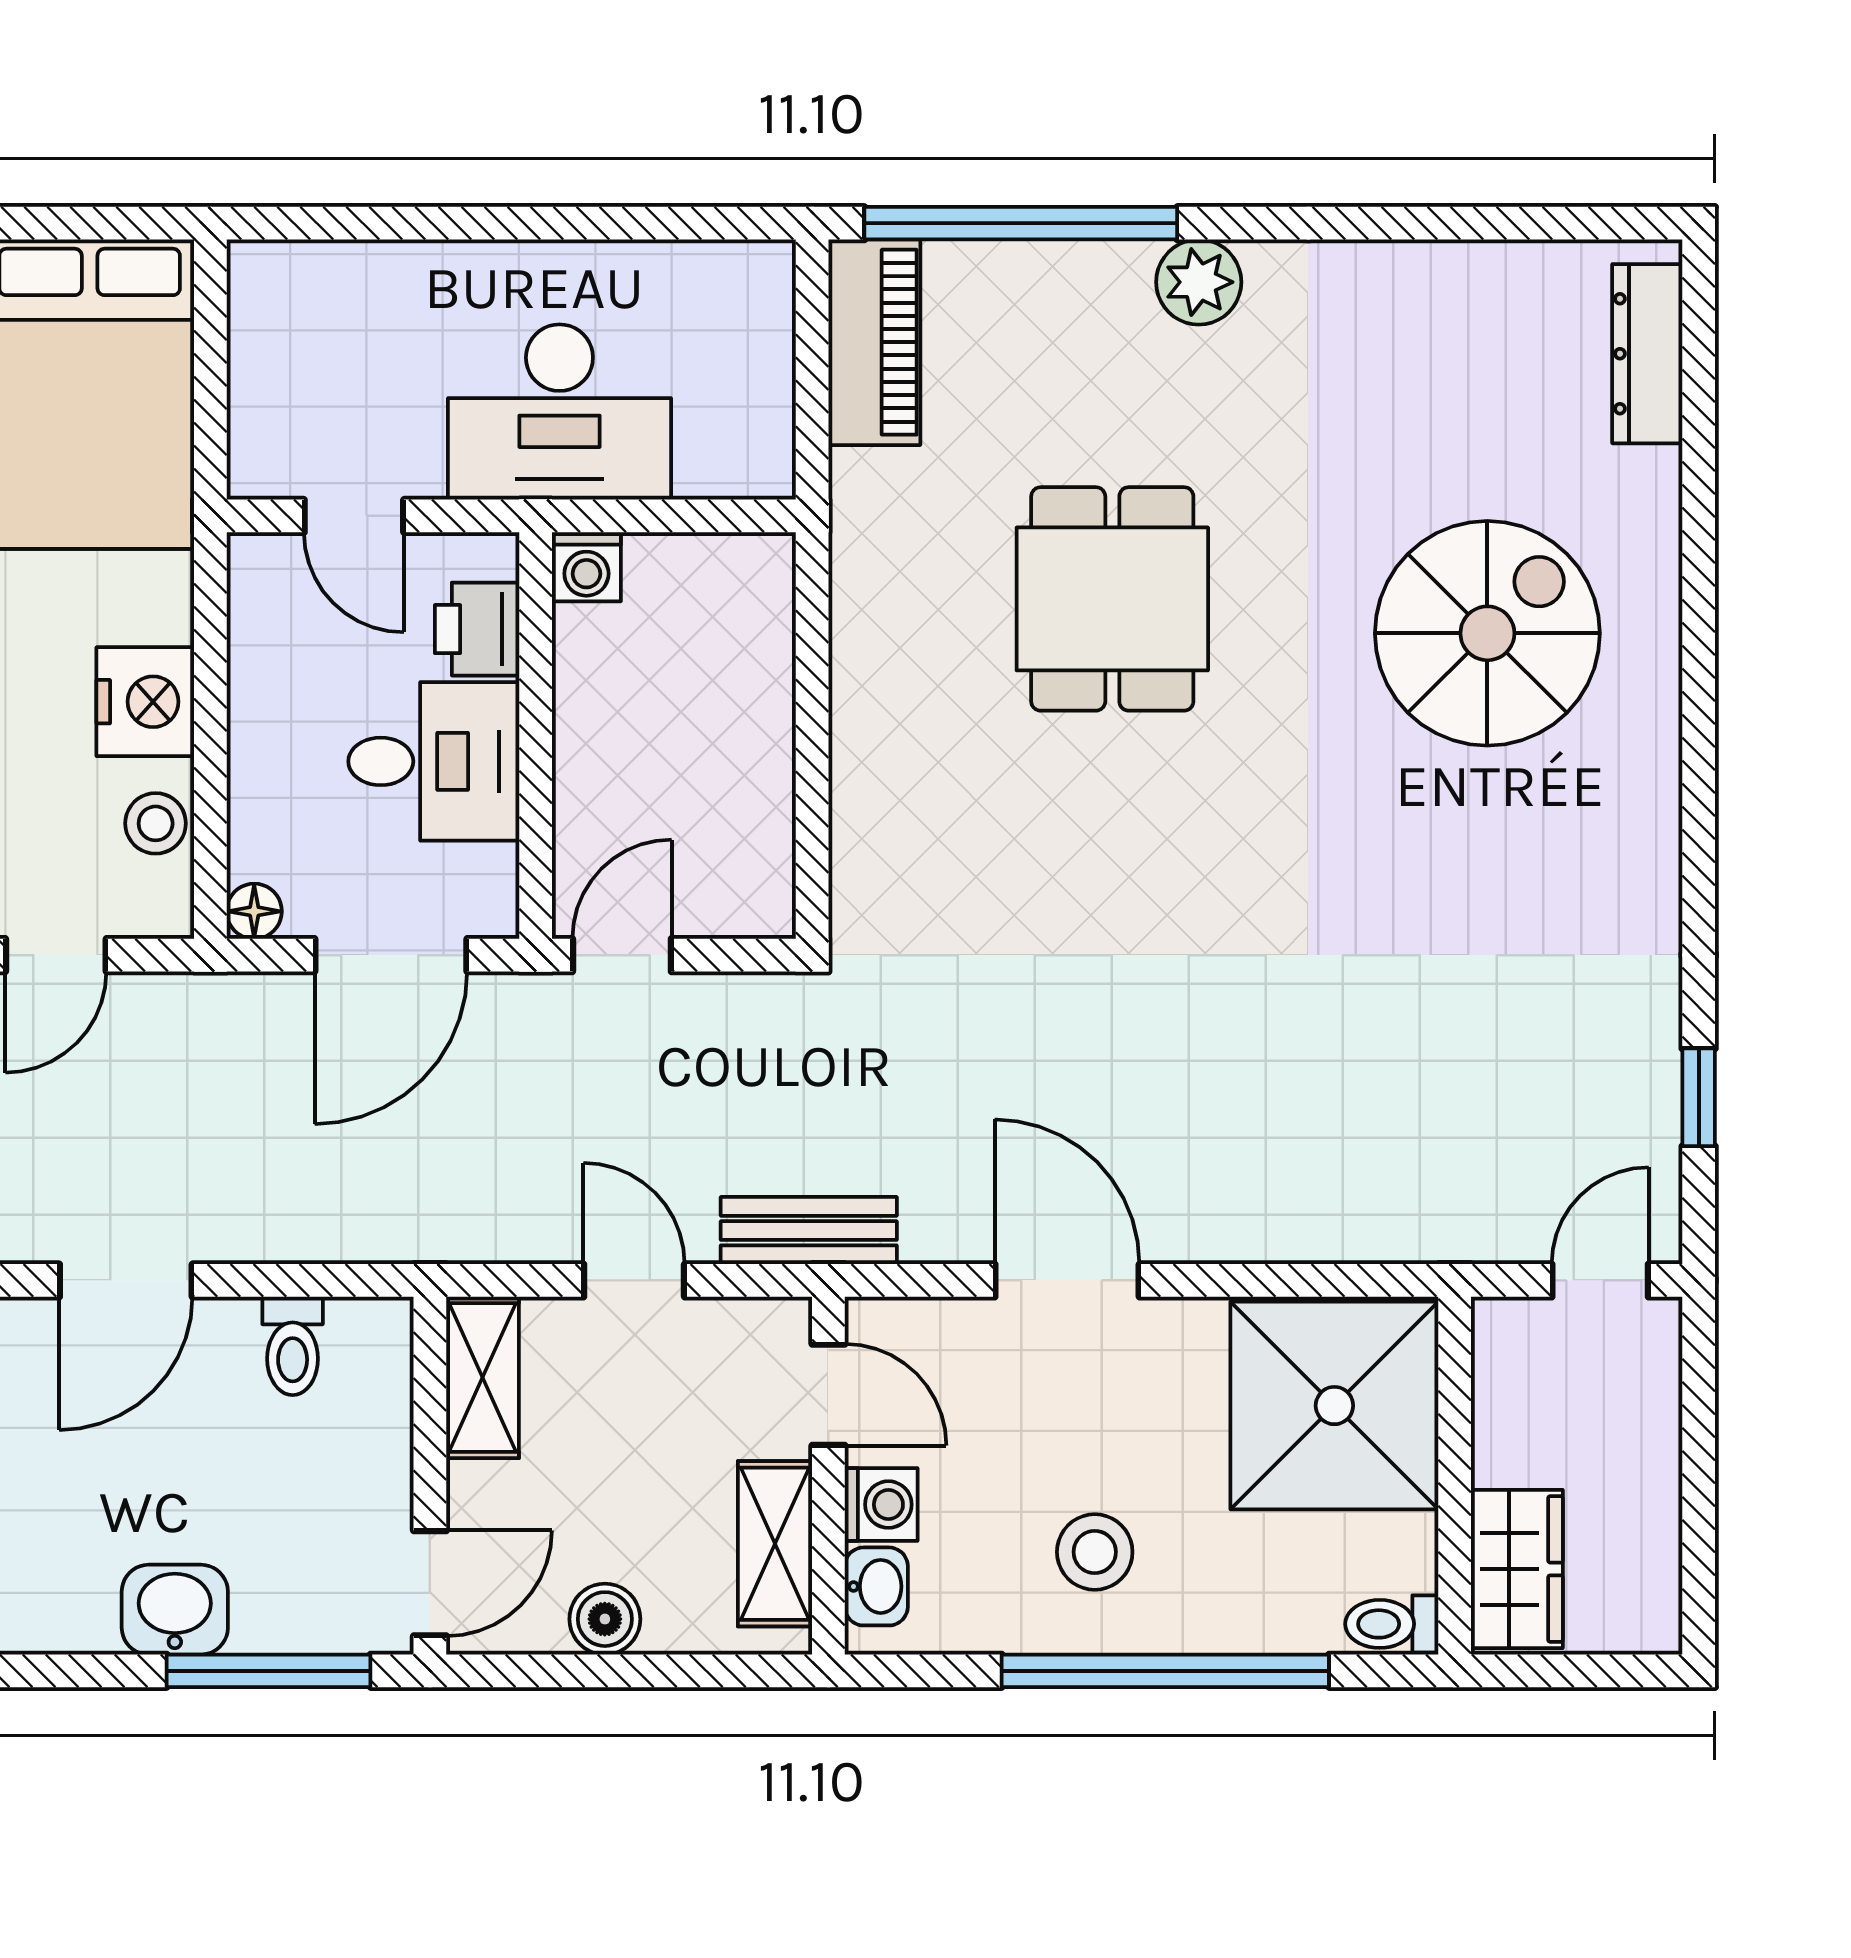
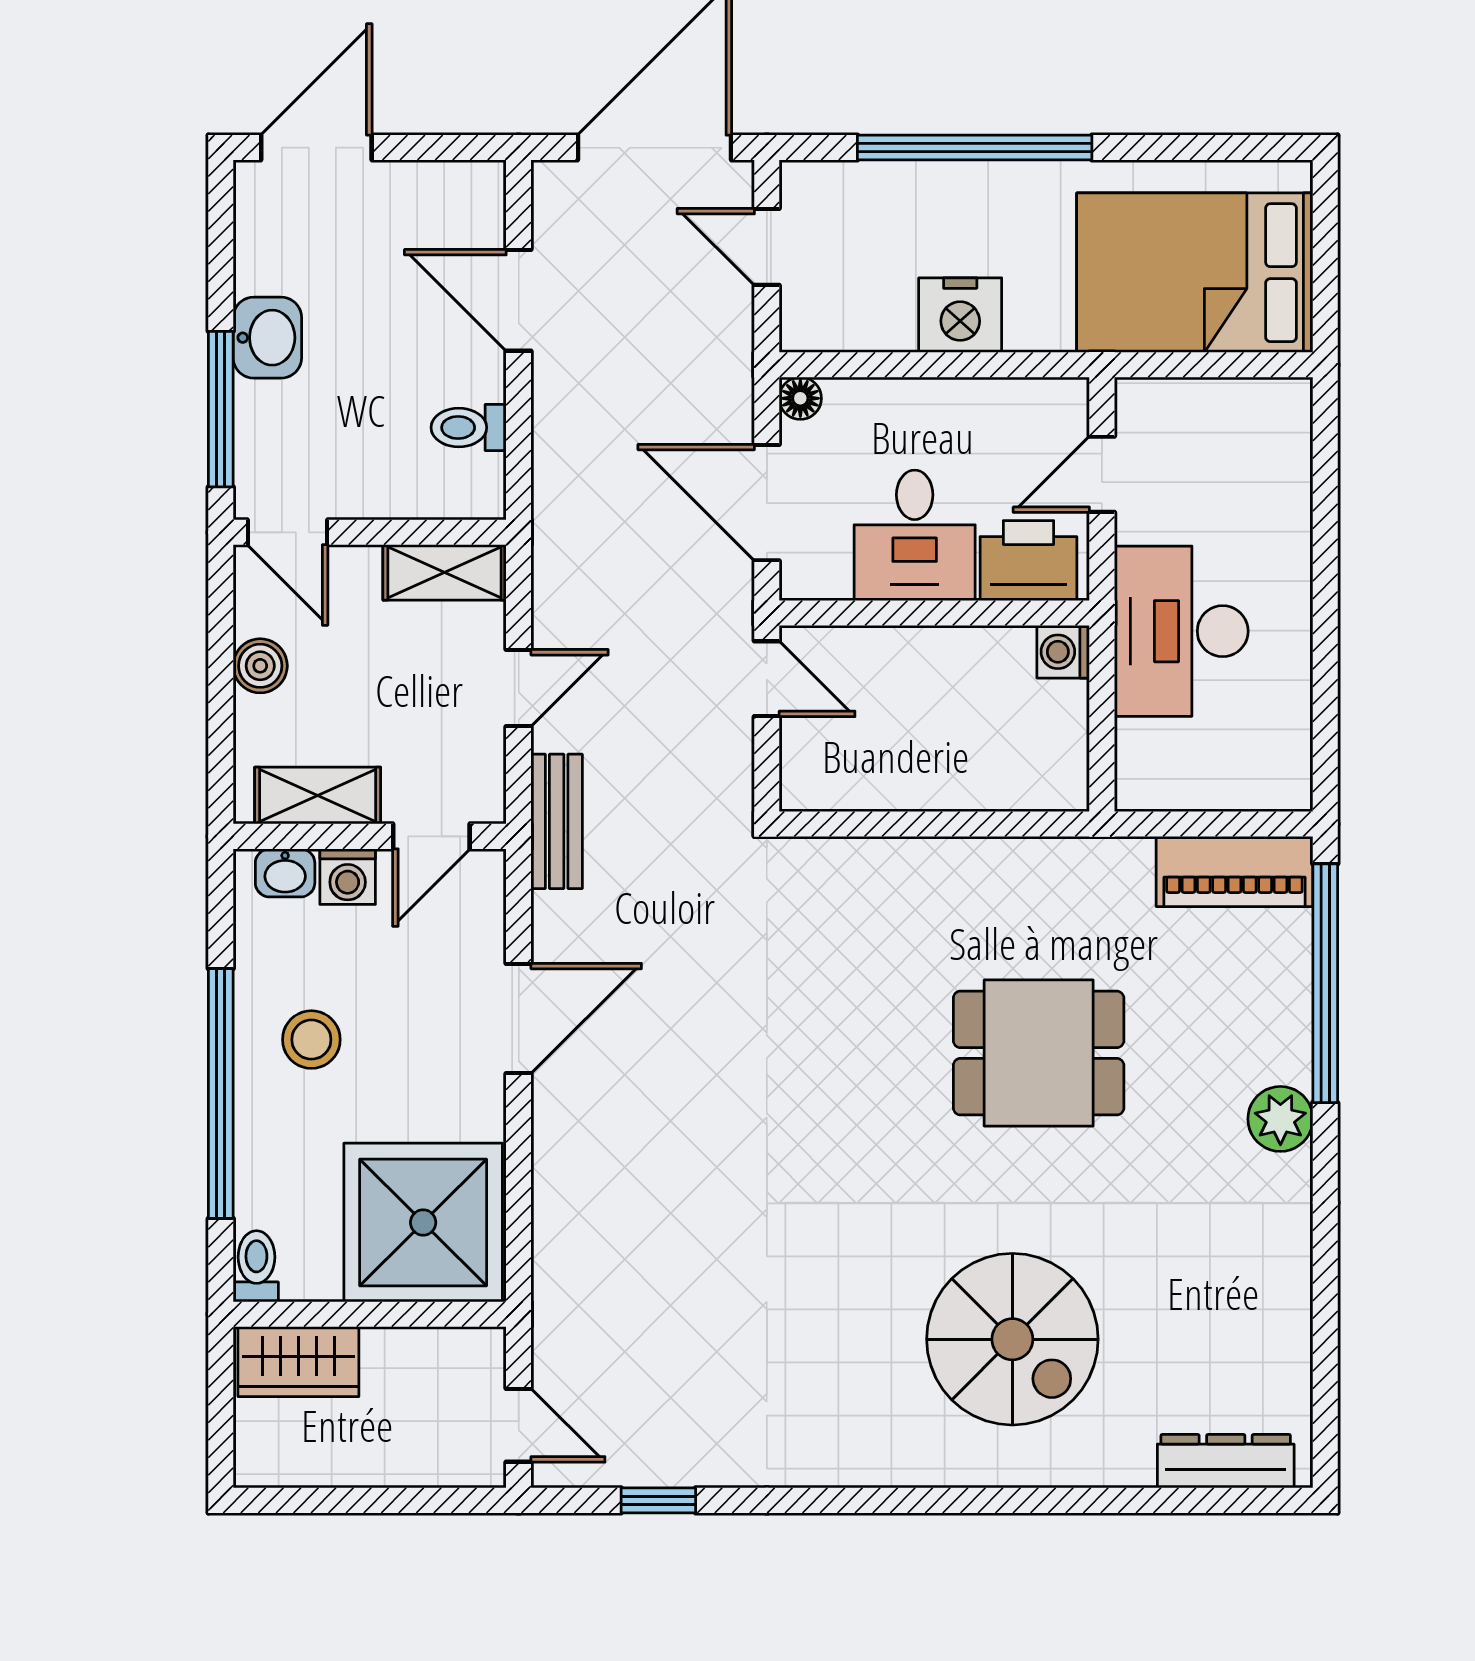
printer: (477, 629) -> (1028, 561), width x1.36, depth x1.24
stool: (156, 823) -> (867, 323), removed

